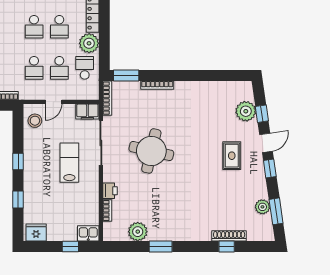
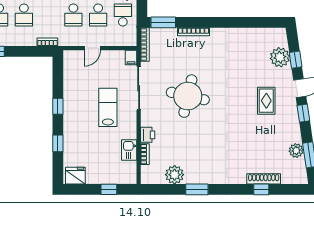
filing cabinet: (87, 111) -> (131, 58), width x0.50
stool: (35, 121) -> (74, 66), removed
kitchen sink: (88, 233) -> (129, 150), moved, turned -90

